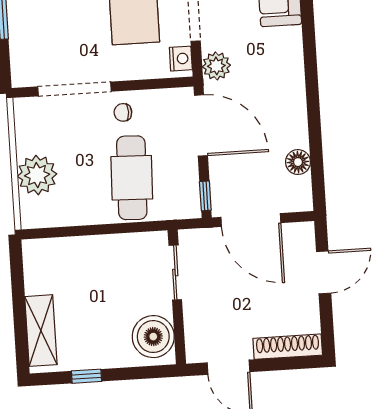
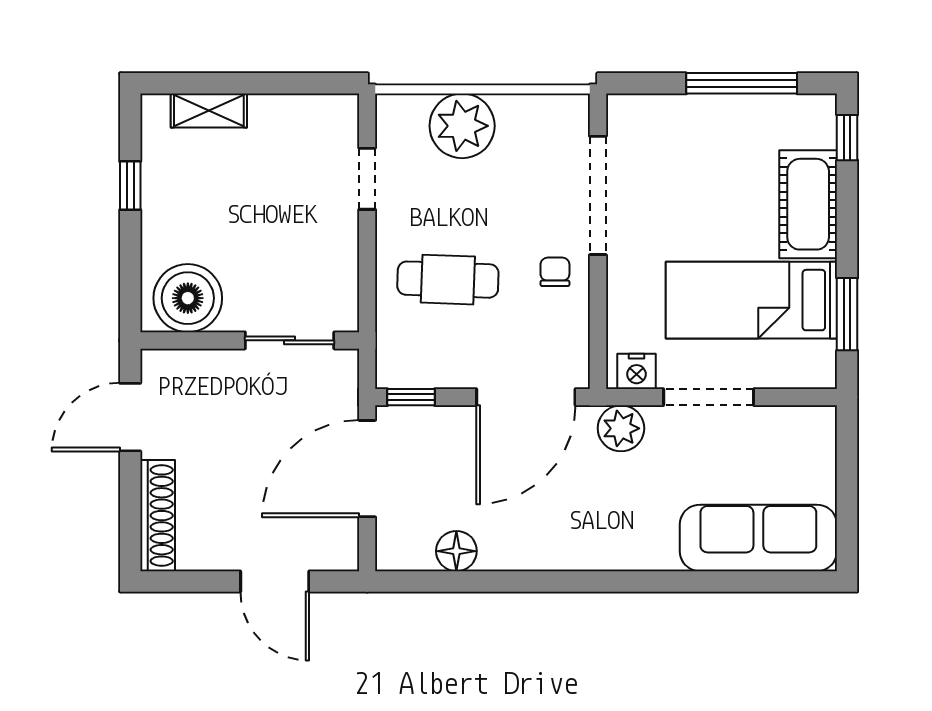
cafe table: (132, 178) -> (448, 280), width x0.73, depth x0.74
doorway: (73, 231) -> (367, 179), added
shelving: (41, 331) -> (209, 110), width x0.67, depth x0.75

